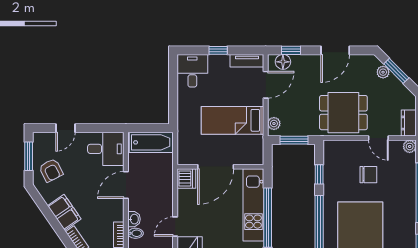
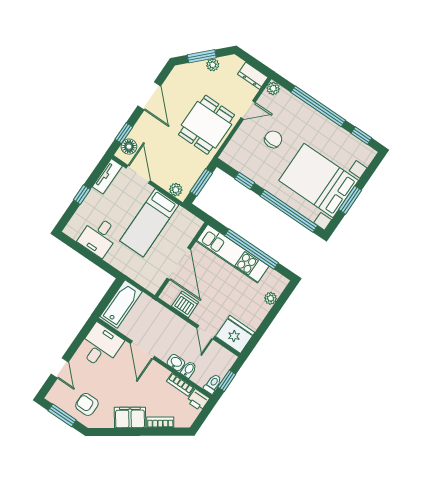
desk: (192, 71) -> (99, 237), moved, turned -90
plant: (383, 72) -> (213, 65), moved
armchair: (51, 170) -> (87, 404), turned -153
dishwasher: (186, 178) -> (185, 304), moved

